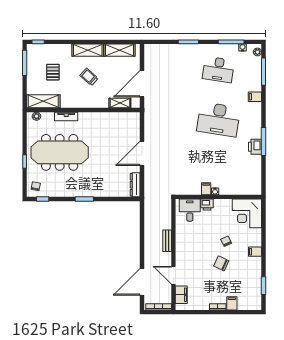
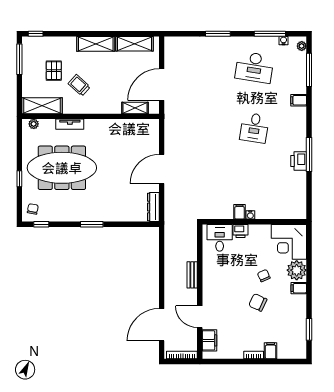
trolley: (89, 77) -> (79, 85), moved
desk: (218, 119) -> (254, 128), width x0.53, depth x0.77
plant: (253, 237) -> (297, 270), added

